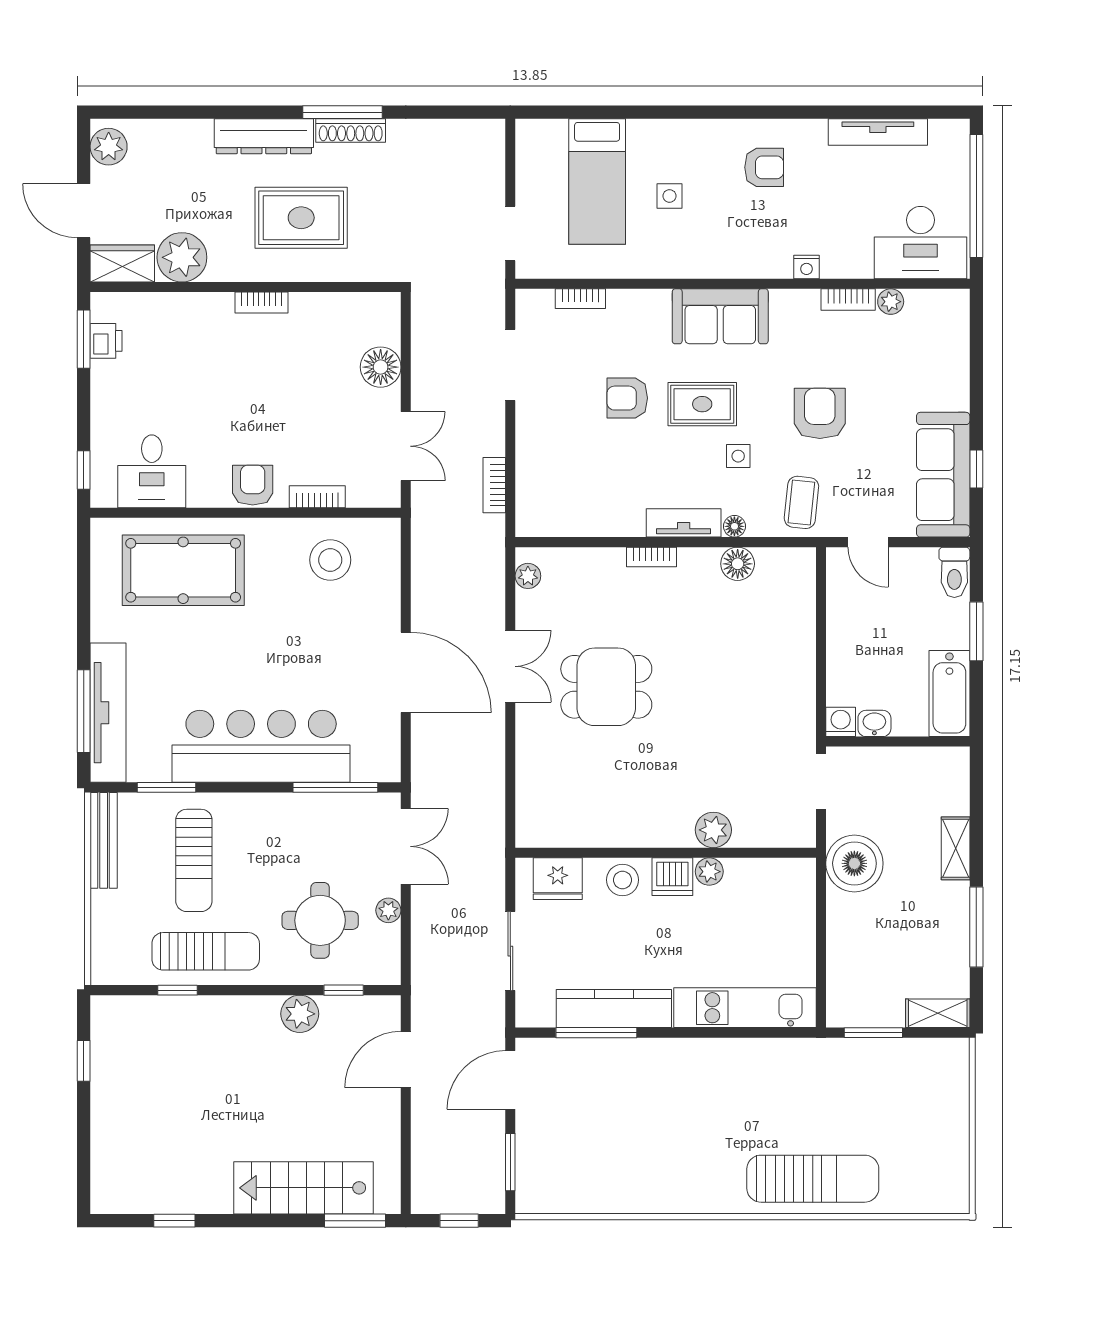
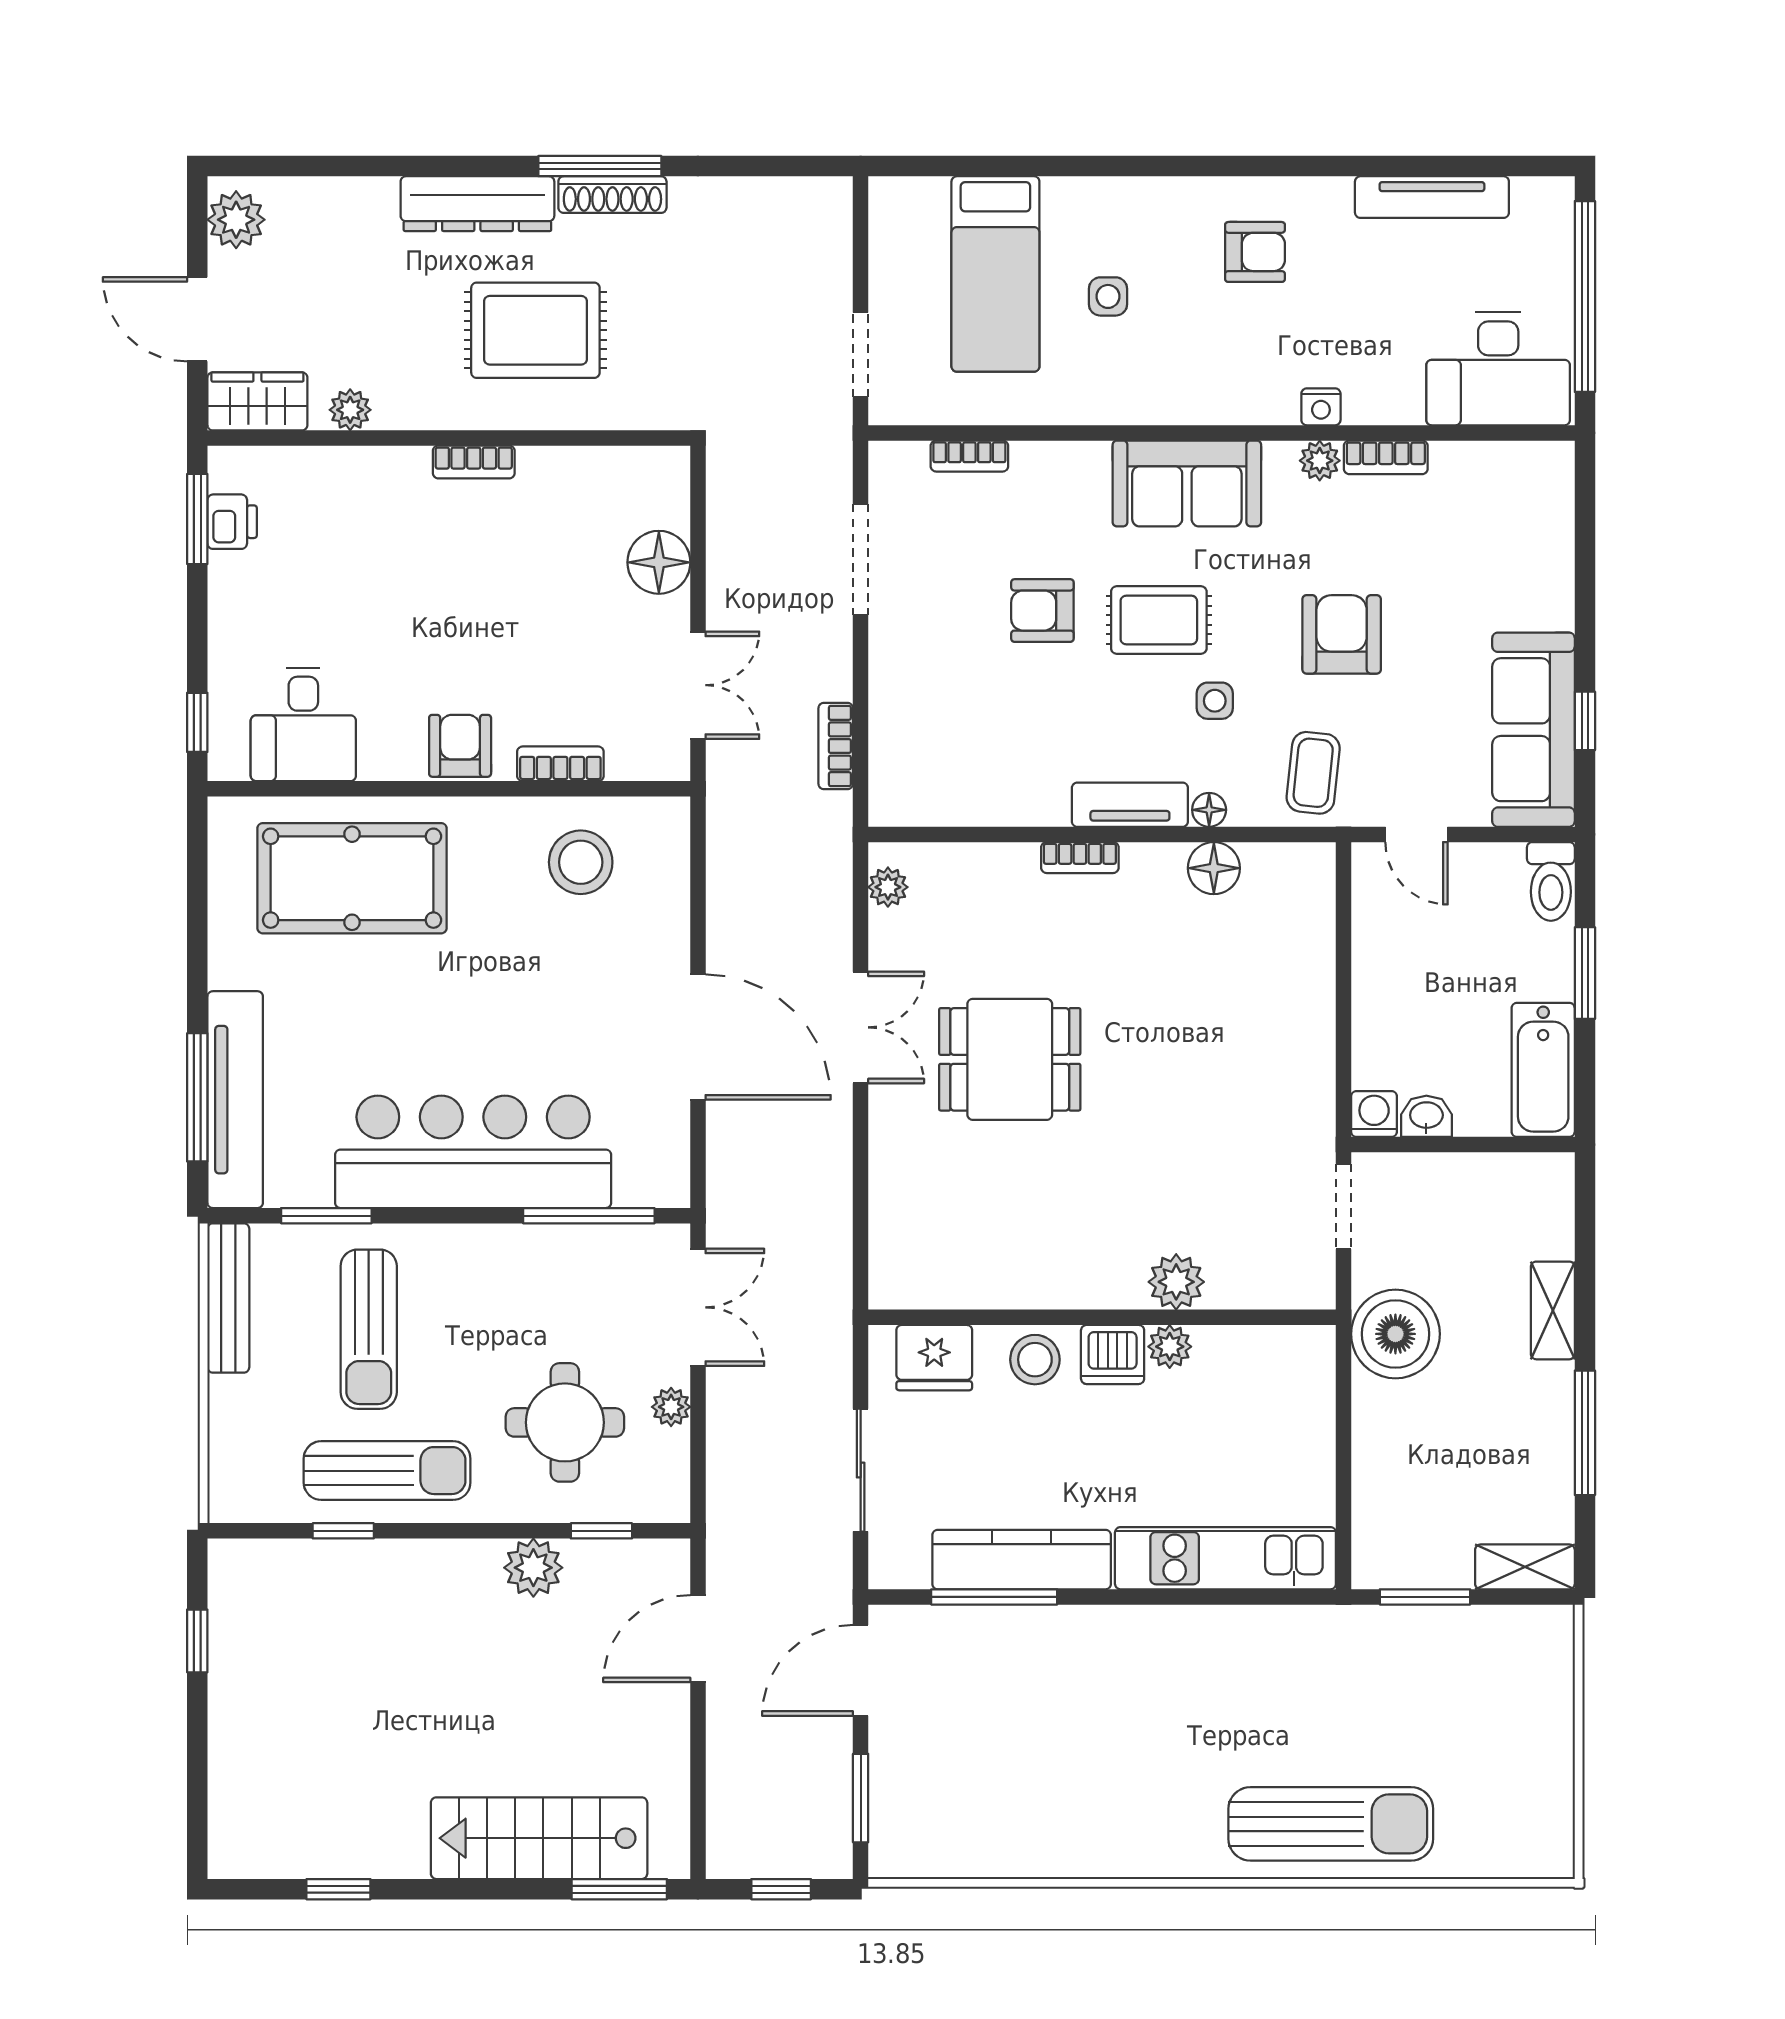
plant: (182, 257) -> (350, 410), width x0.53, depth x0.53
plant: (891, 302) -> (1320, 461), moved

